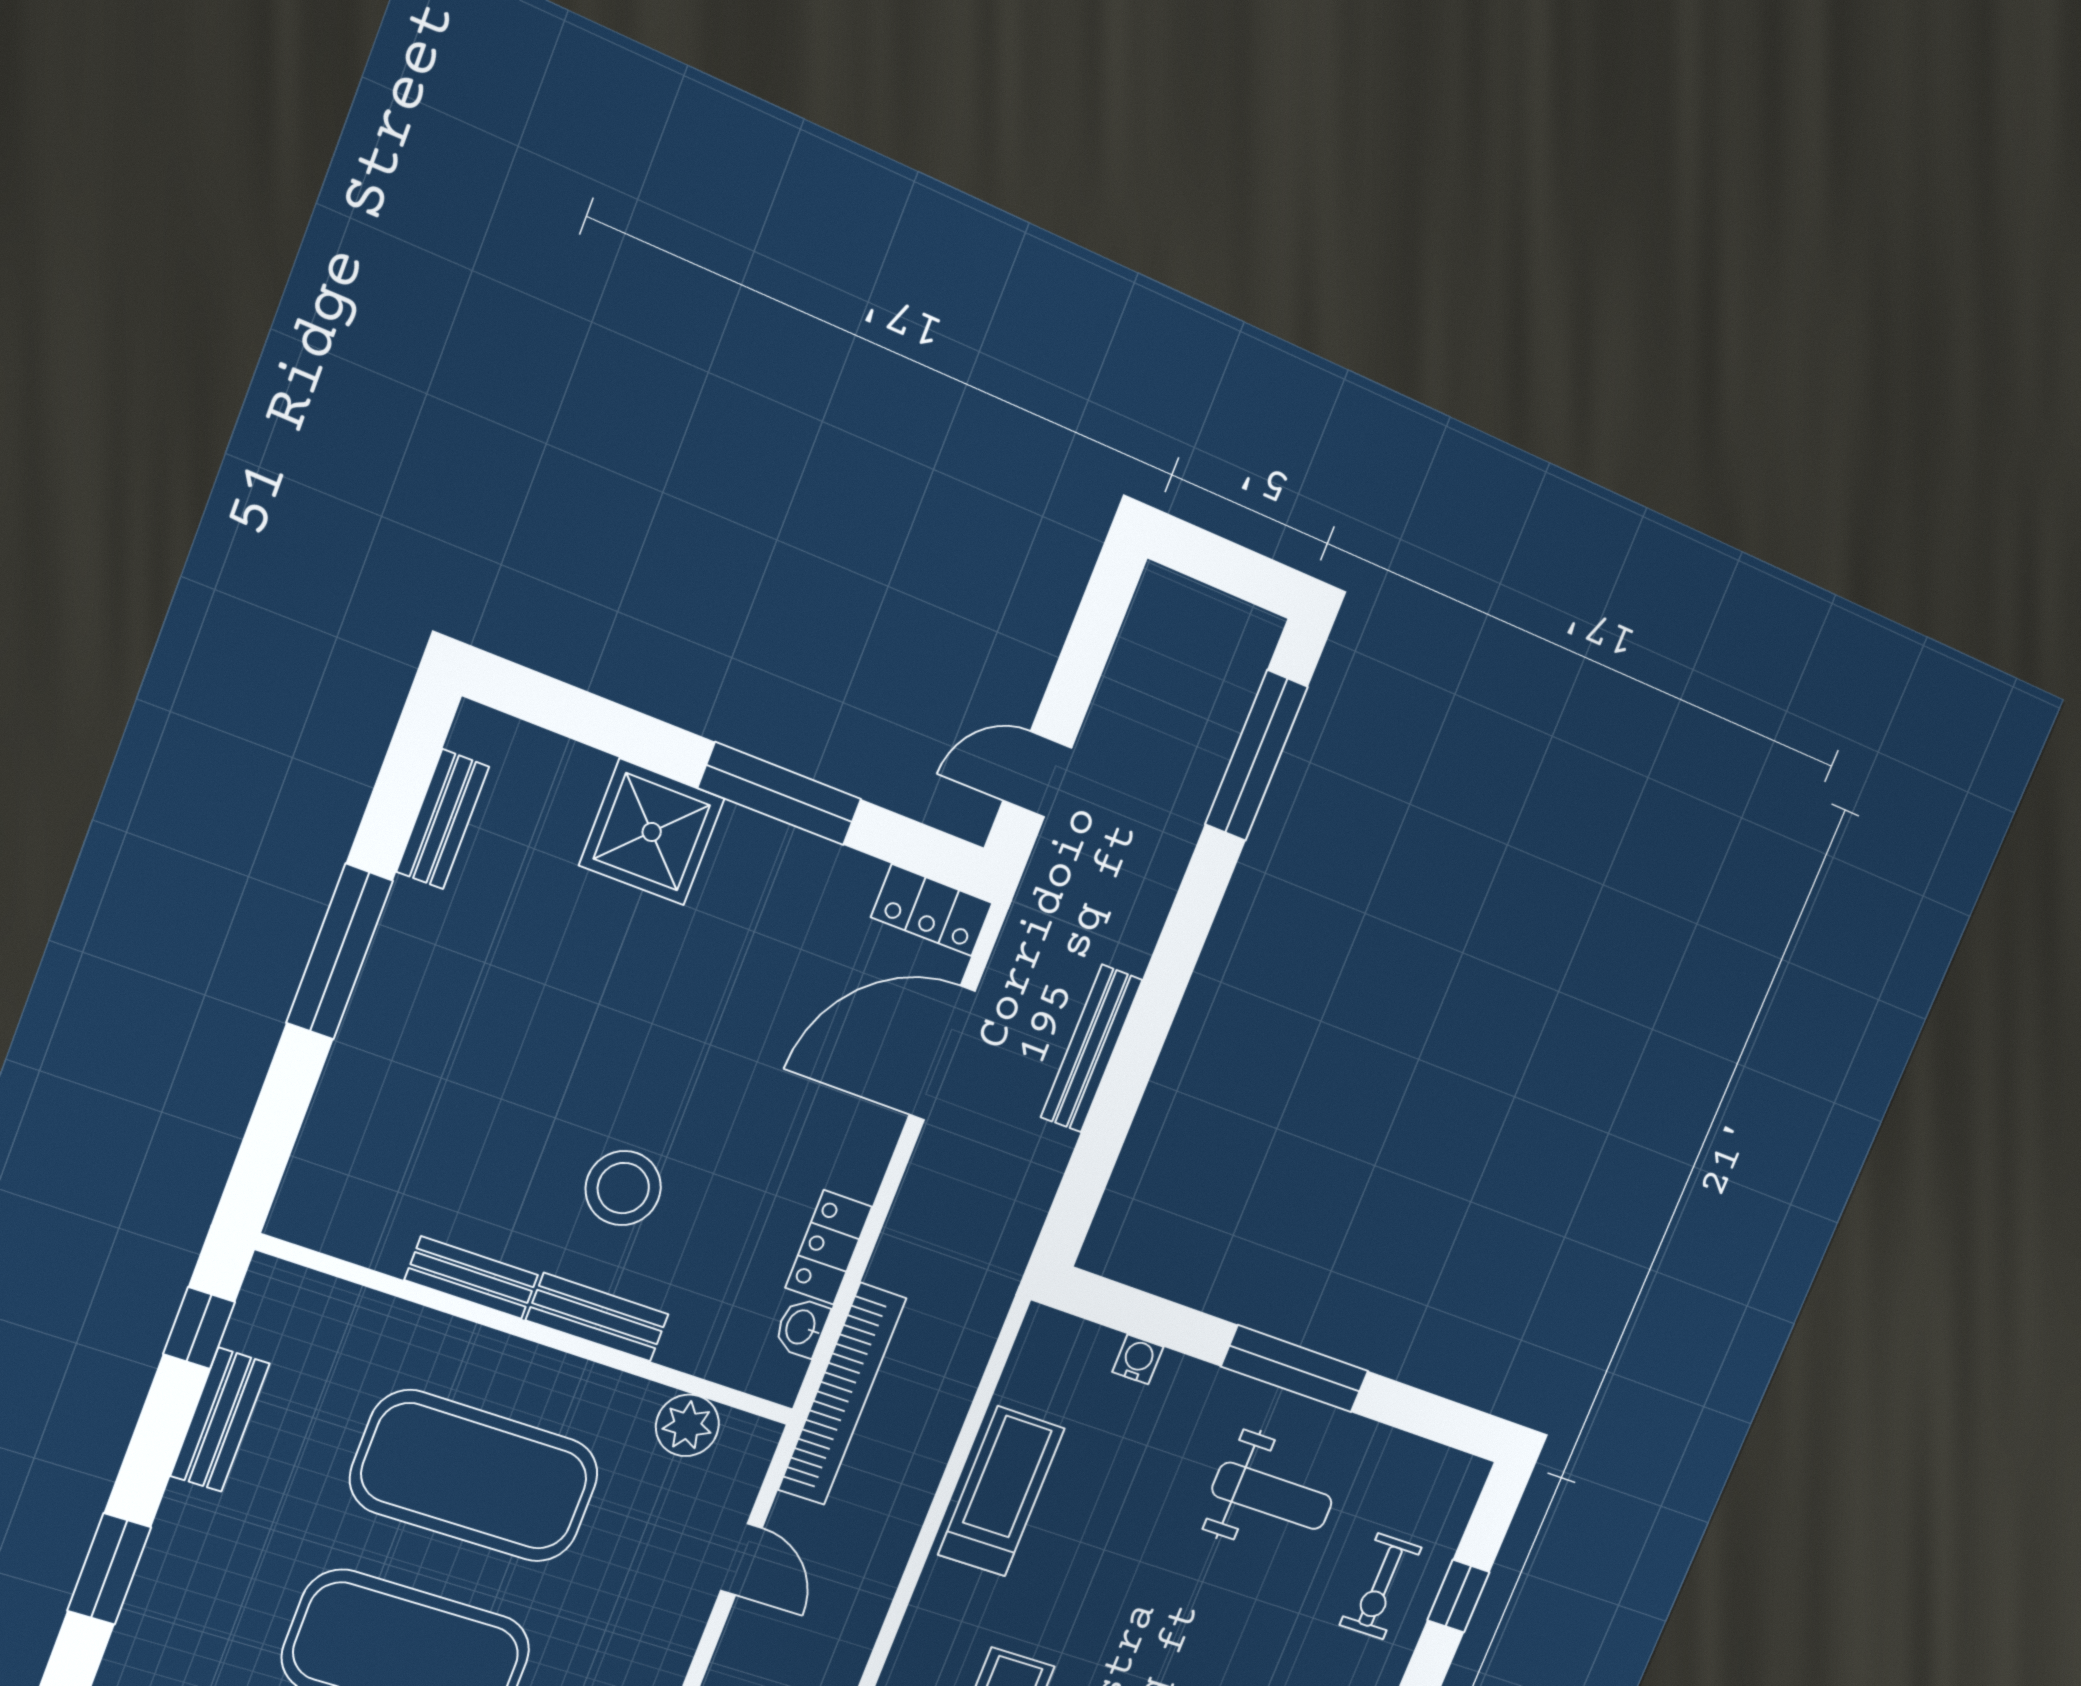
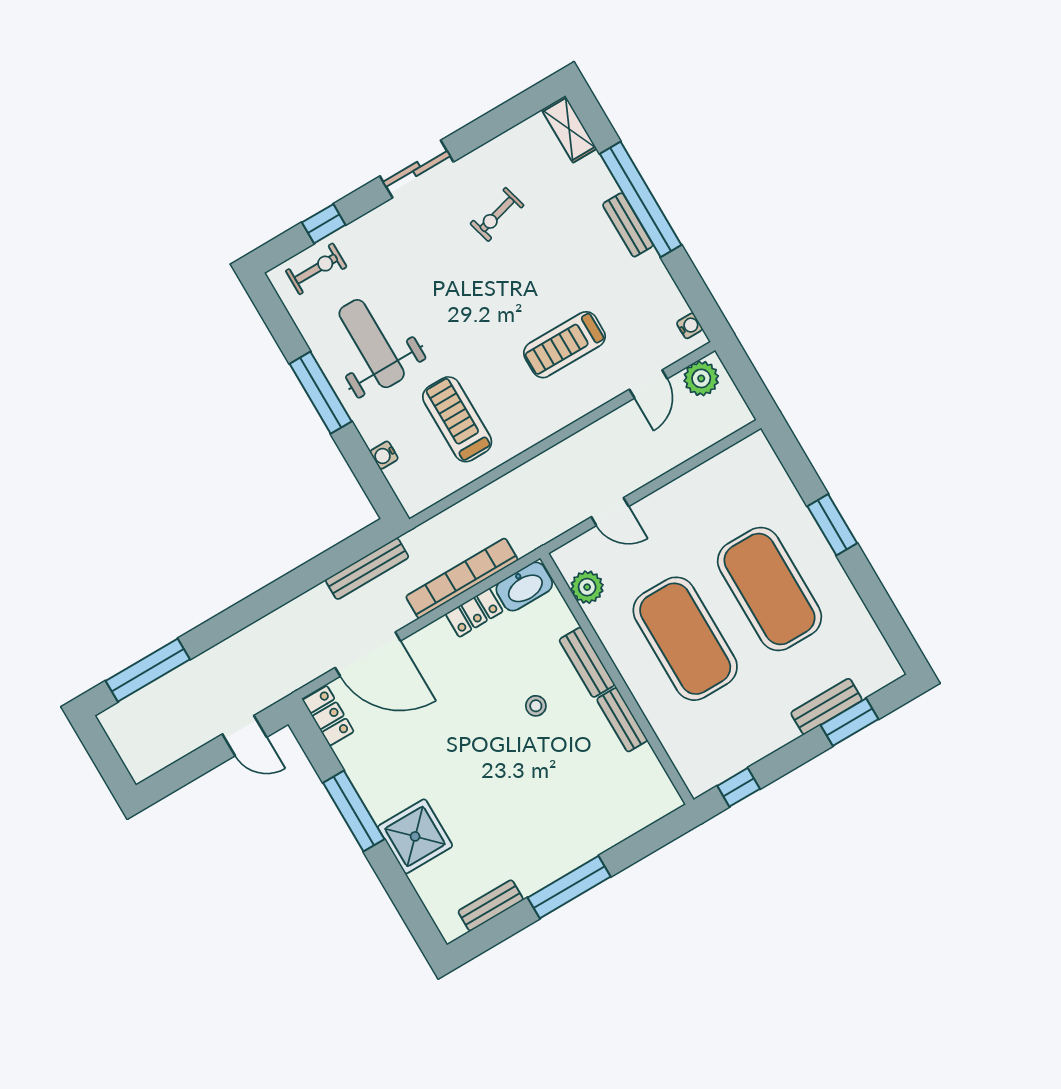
bench: (1091, 1049) -> (367, 569), moved
stool: (623, 1188) -> (536, 706), width x0.53, depth x0.53
washbasin: (802, 1327) -> (524, 586), width x1.91, depth x1.45
bookcase: (842, 1394) -> (462, 578), moved
bench: (220, 1420) -> (826, 706), moved
treadmill: (1001, 1492) -> (457, 419), moved, turned 90
weight bench: (1272, 1496) -> (372, 344), width x1.36, depth x1.33
door: (741, 1559) -> (610, 512), swing flipped
exercise bike: (1380, 1586) -> (316, 269), moved

